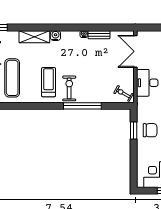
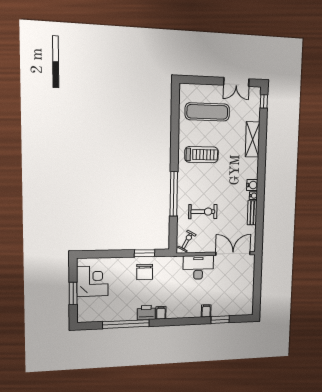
water cooler: (55, 36) -> (252, 185), moved
exercise bike: (69, 88) -> (203, 212), moved

